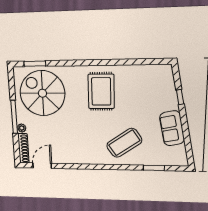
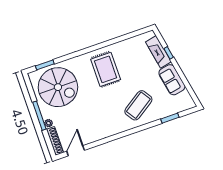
fireplace: (169, 92) -> (158, 52), added
spiral stairs: (42, 93) -> (58, 87), turned 180

